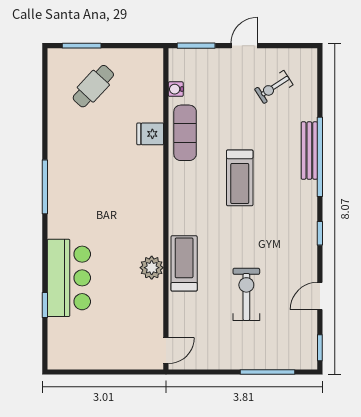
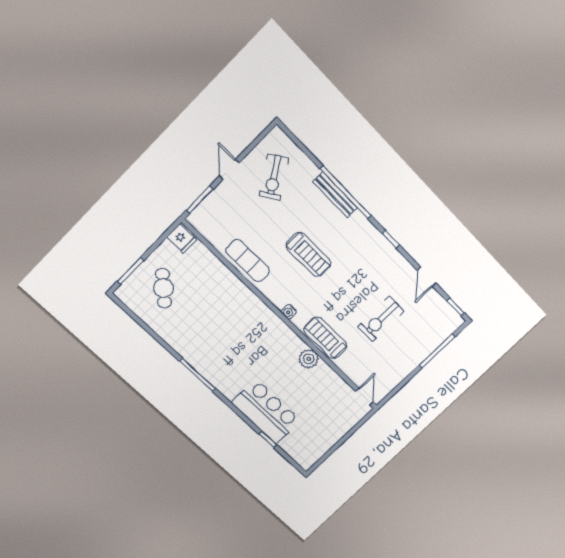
exercise bike: (274, 87) -> (274, 177), width x1.38, depth x1.39
water cooler: (176, 89) -> (289, 312), moved
fridge: (150, 134) -> (182, 238), moved, turned -90
exercise bike: (246, 294) -> (381, 319), turned -90

